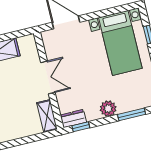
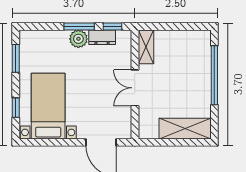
window: (132, 114) -> (79, 26), moved
dresser: (73, 119) -> (102, 37), moved

